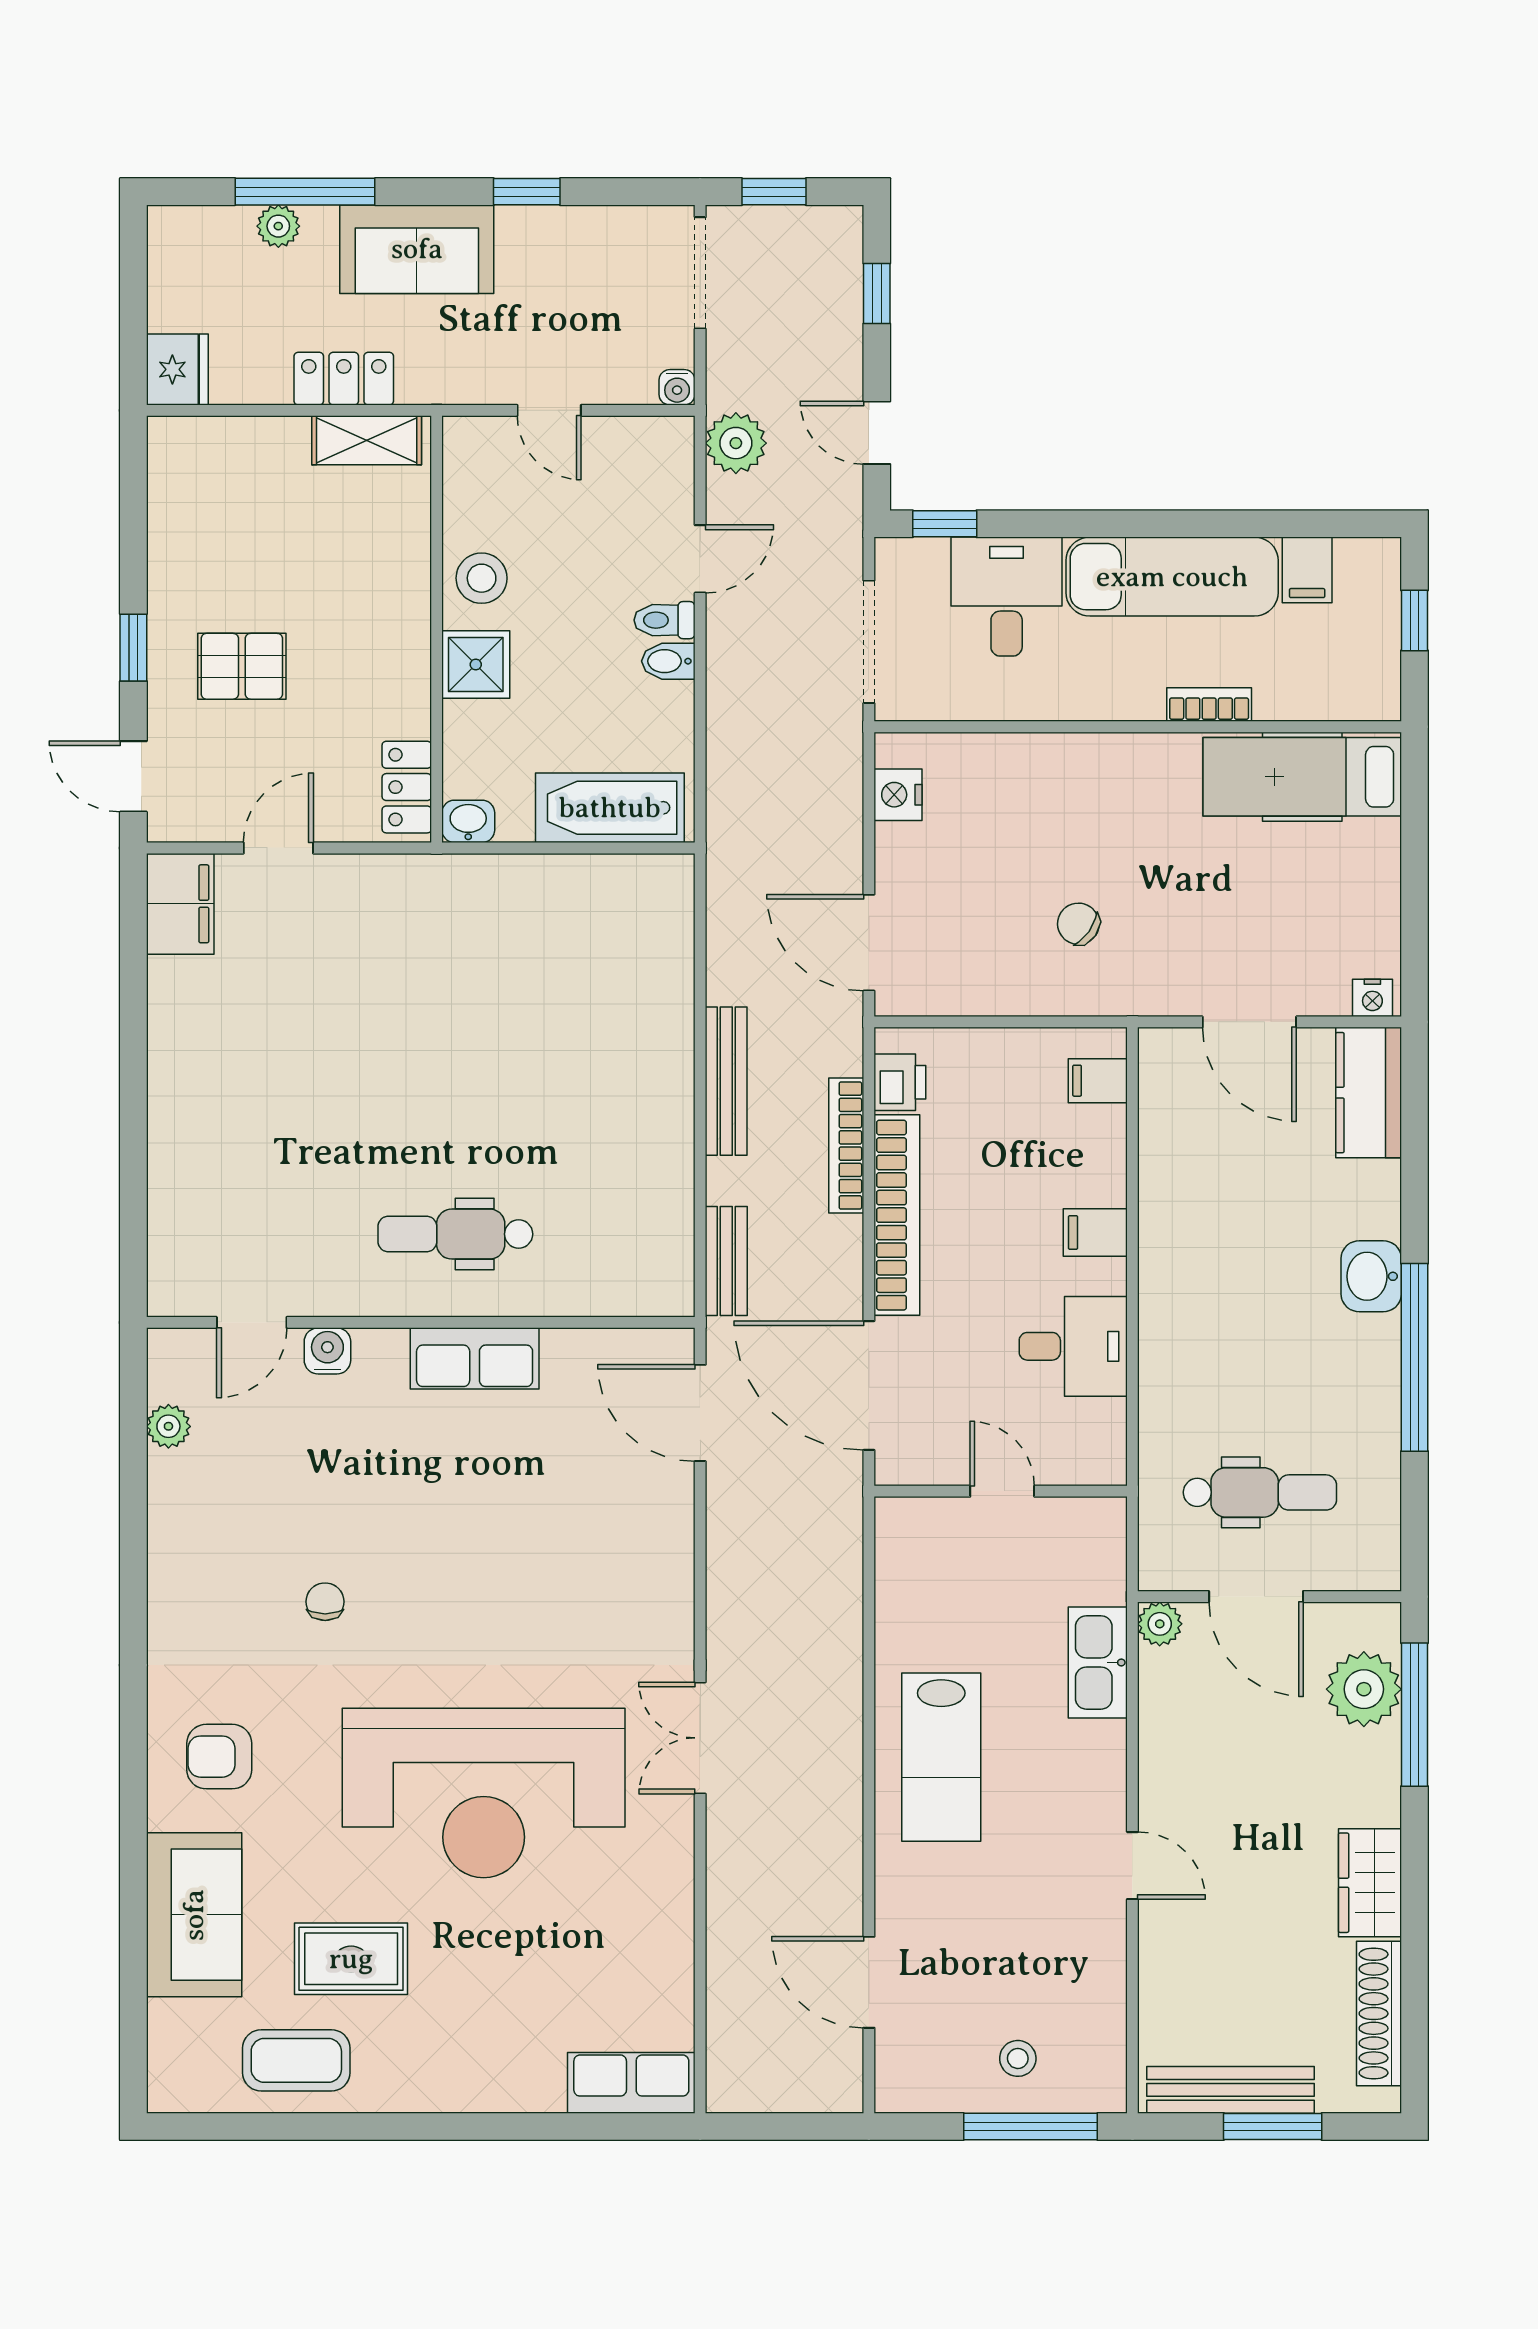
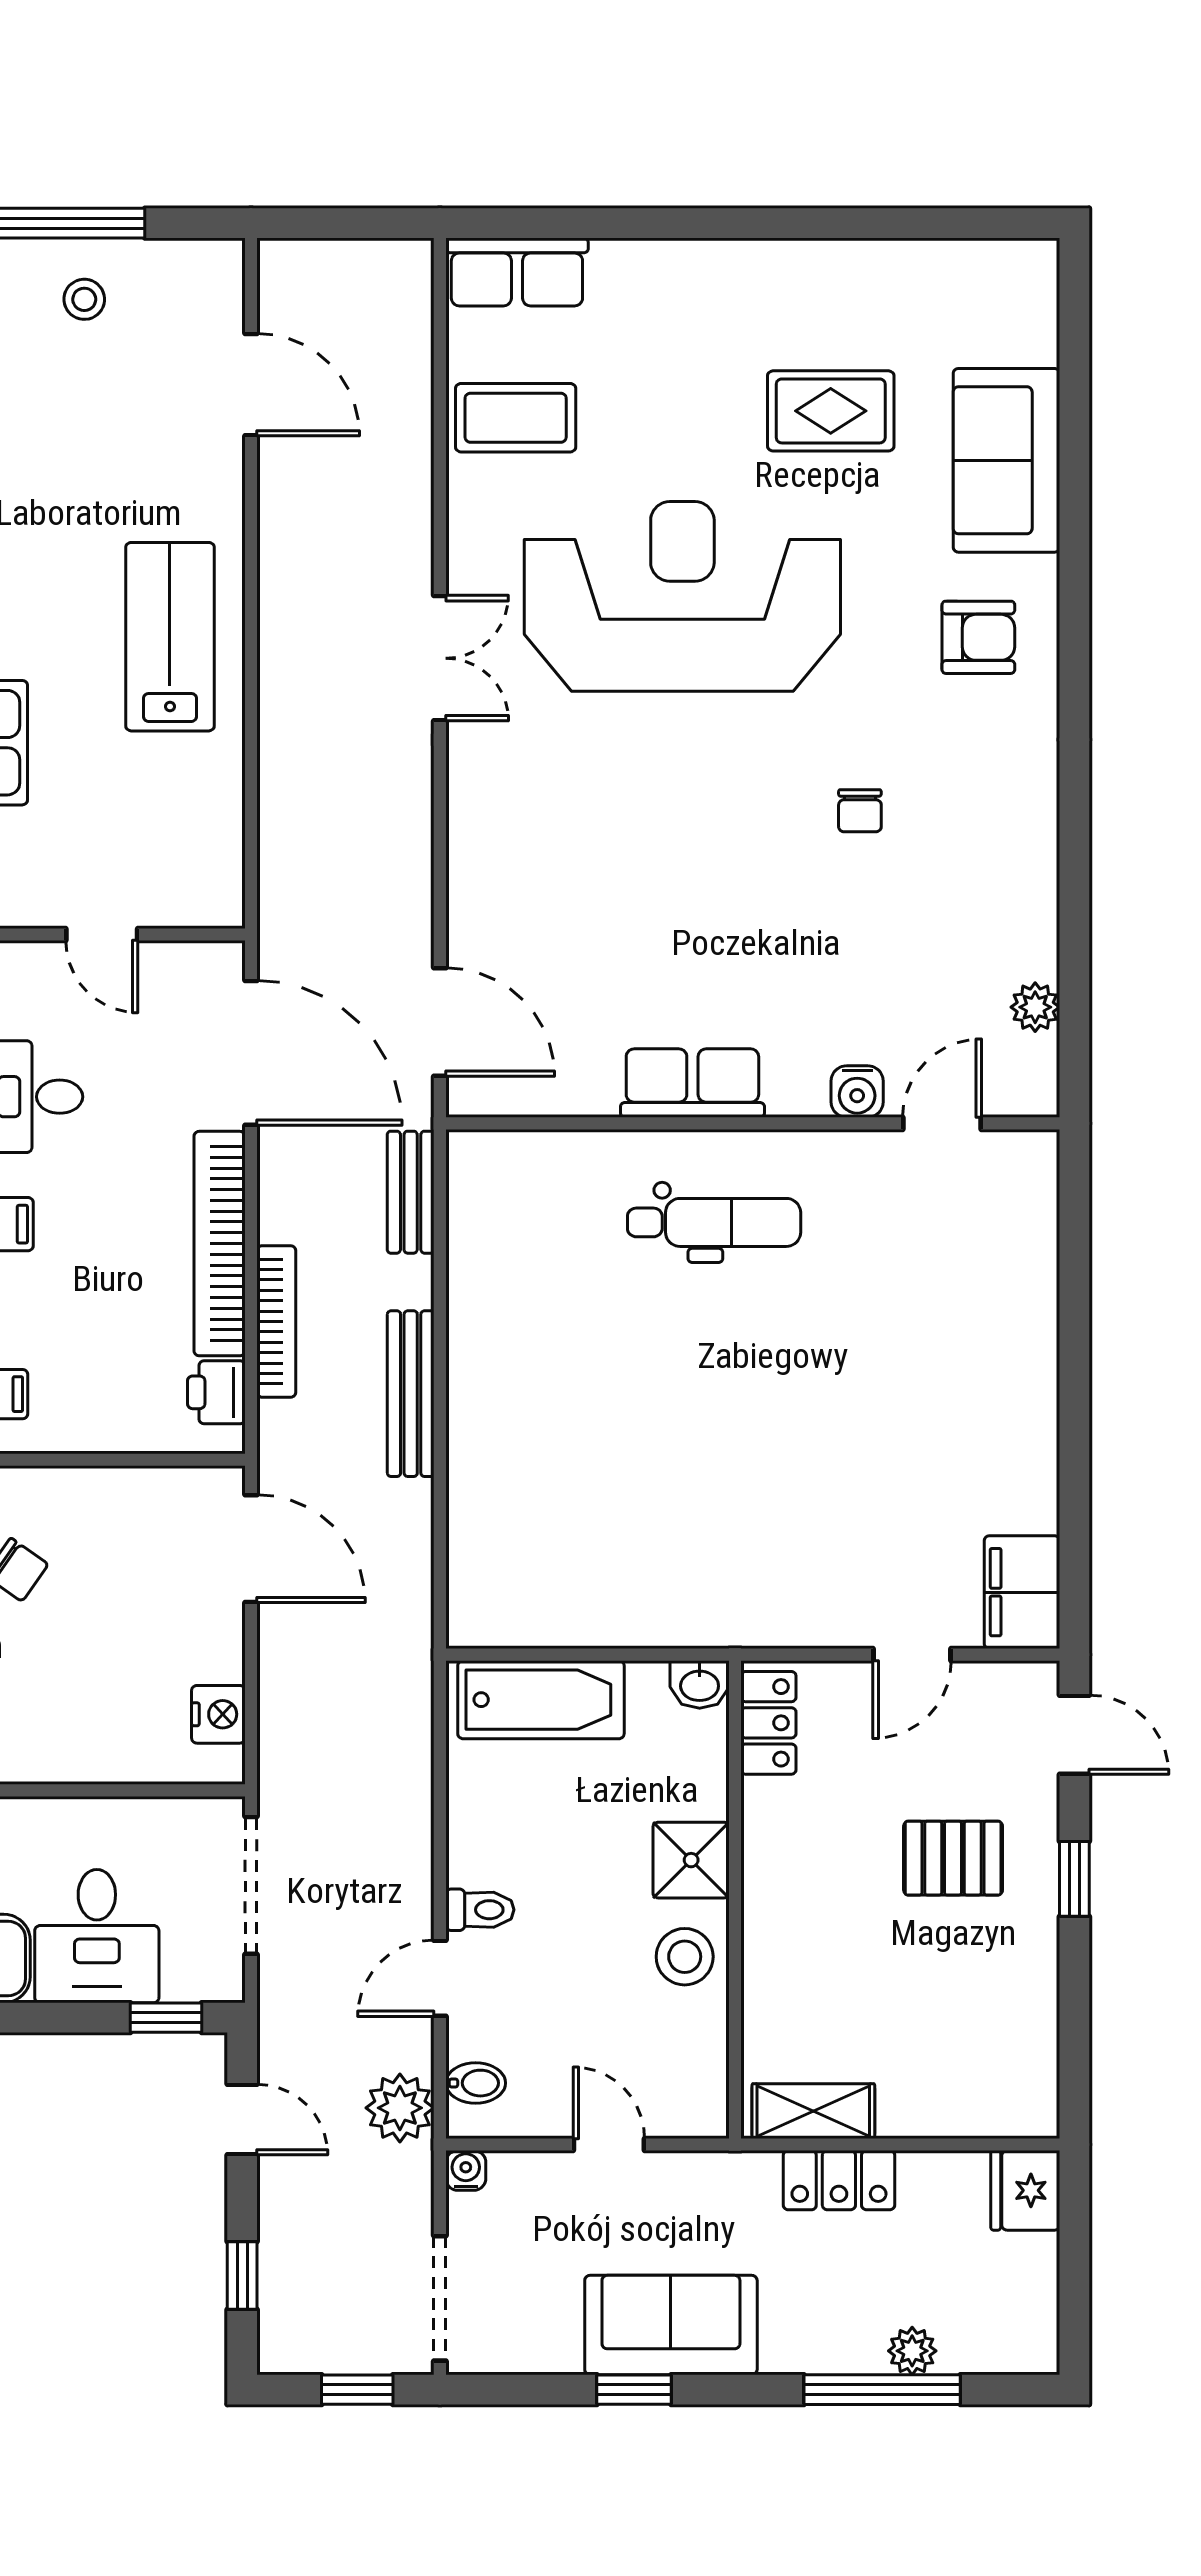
sofa: (417, 249) -> (671, 2325), moved
bidet: (668, 661) -> (476, 2083), moved
coffee table: (296, 2060) -> (516, 418), moved

